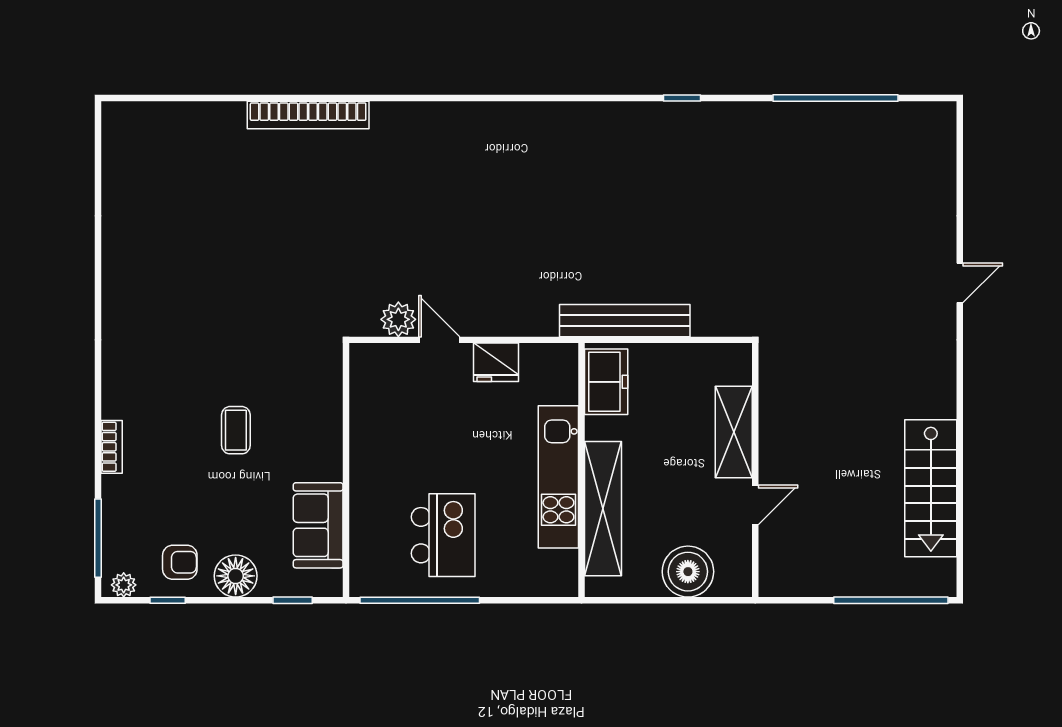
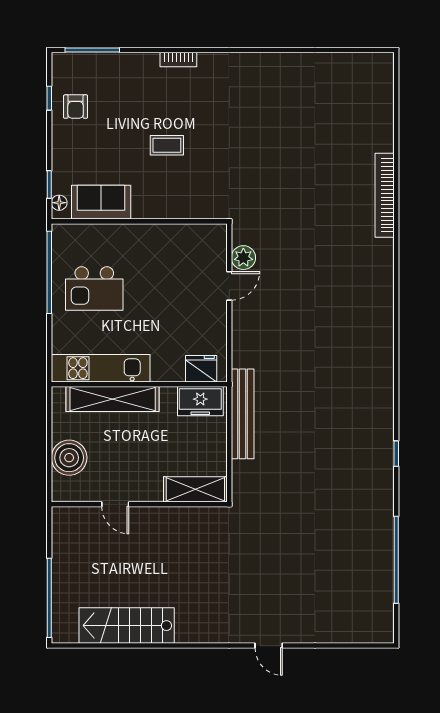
fridge: (496, 362) -> (201, 369), moved, turned 90
shelving: (734, 432) -> (195, 489), moved
bookcase: (112, 447) -> (178, 59), moved
kitchen unit: (558, 477) -> (101, 368), moved
floor lamp: (236, 576) -> (59, 203), moved, width x0.53, depth x0.53
plant: (124, 585) -> (60, 68), removed

